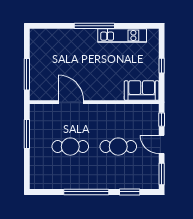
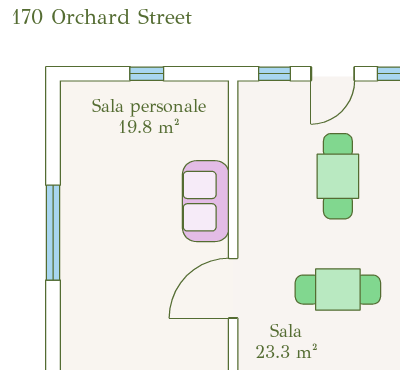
kitchen unit: (122, 35) -> (76, 167), removed
sofa: (142, 91) -> (206, 201), moved
cafe table: (70, 147) -> (338, 290), turned 90

